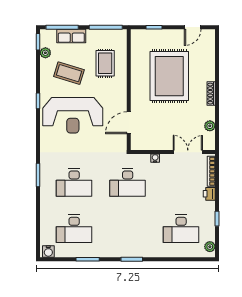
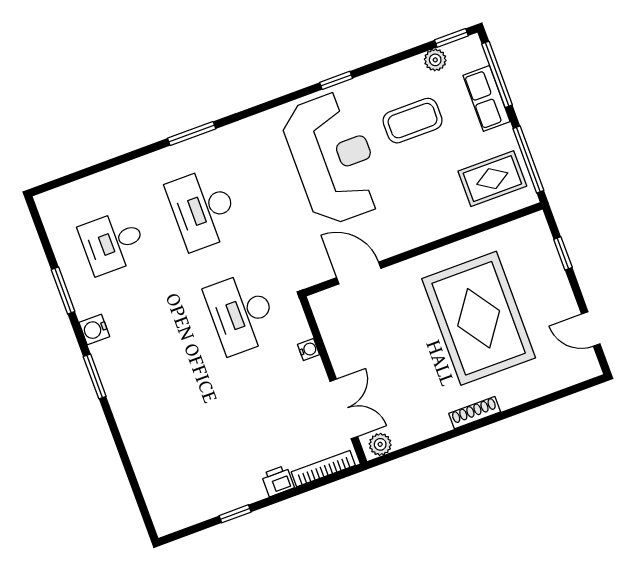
rug: (105, 63) -> (492, 179), moved
coffee table: (69, 73) -> (413, 121), turned 73
rug: (169, 76) -> (479, 318), turned 90
reception desk: (73, 115) -> (333, 158), turned 180
plant: (210, 126) -> (380, 444), moved
desk: (74, 229) -> (113, 242), width x0.73
desk: (181, 229) -> (189, 451), removed
plant: (210, 247) -> (175, 520), removed
water cooler: (48, 252) -> (94, 329), moved

